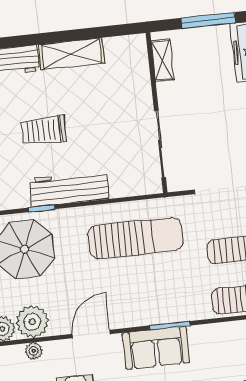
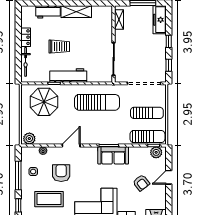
trolley: (44, 130) -> (59, 47), turned 180
plant: (32, 322) -> (44, 137), removed
sofa: (156, 348) -> (113, 155), moved

